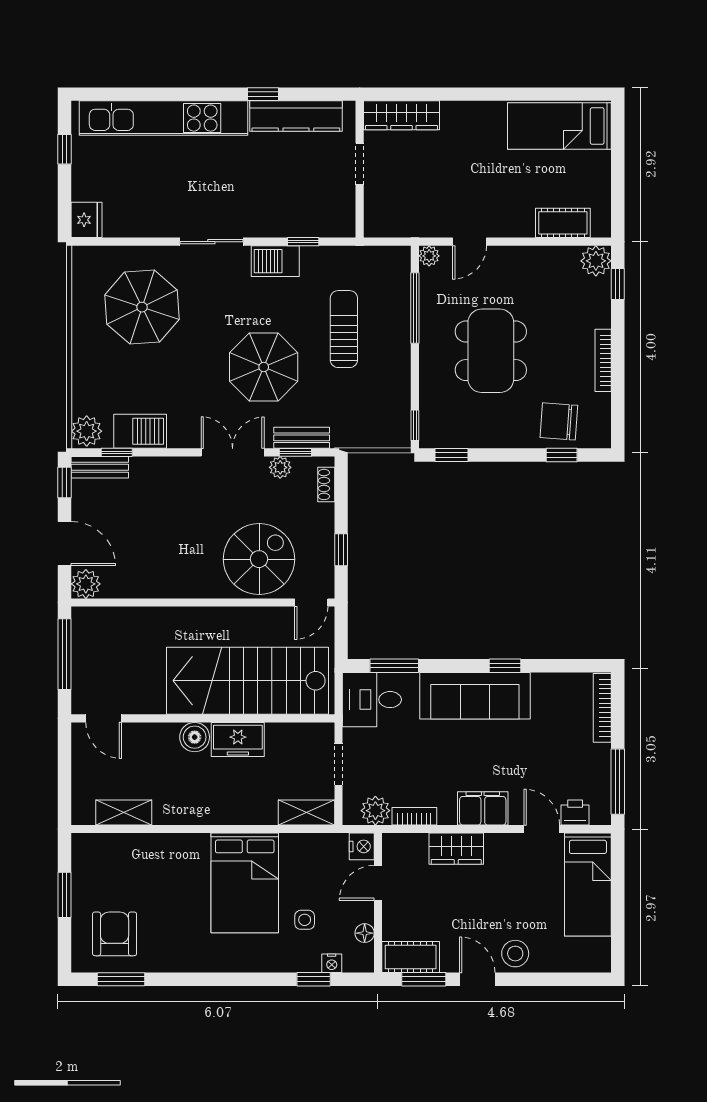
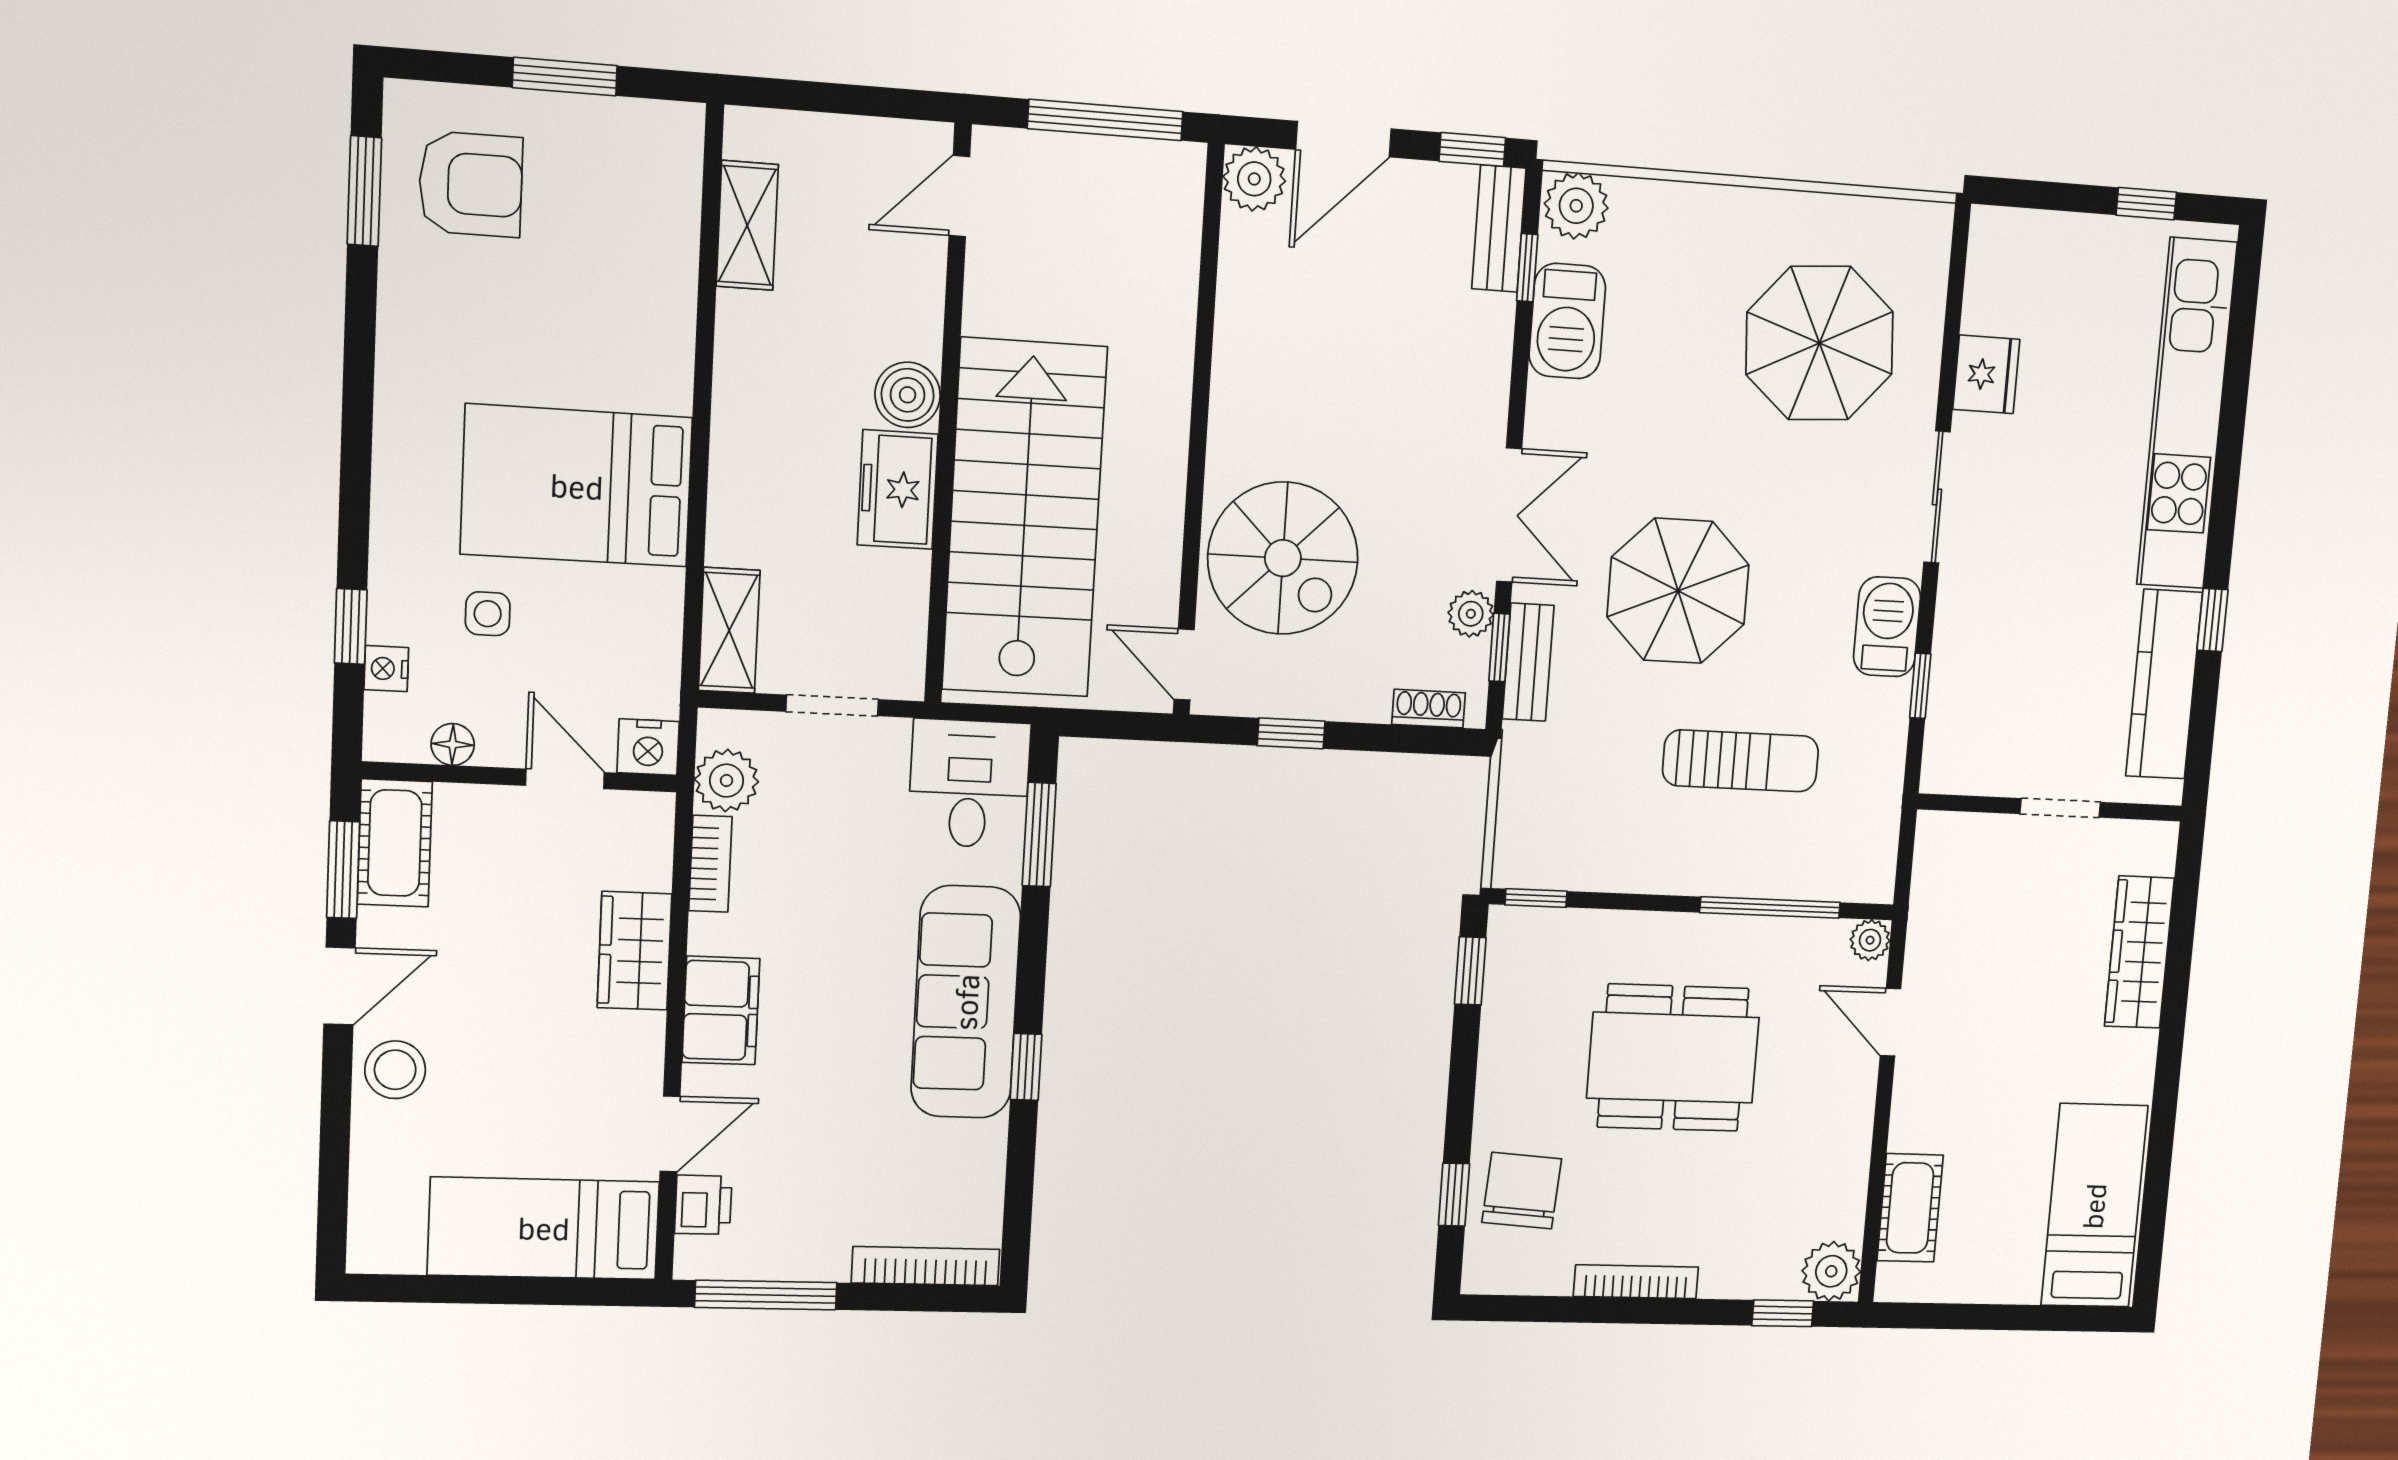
wardrobe: (401, 115) -> (2139, 952), moved
fridge: (86, 220) -> (1986, 374), moved, turned -90

